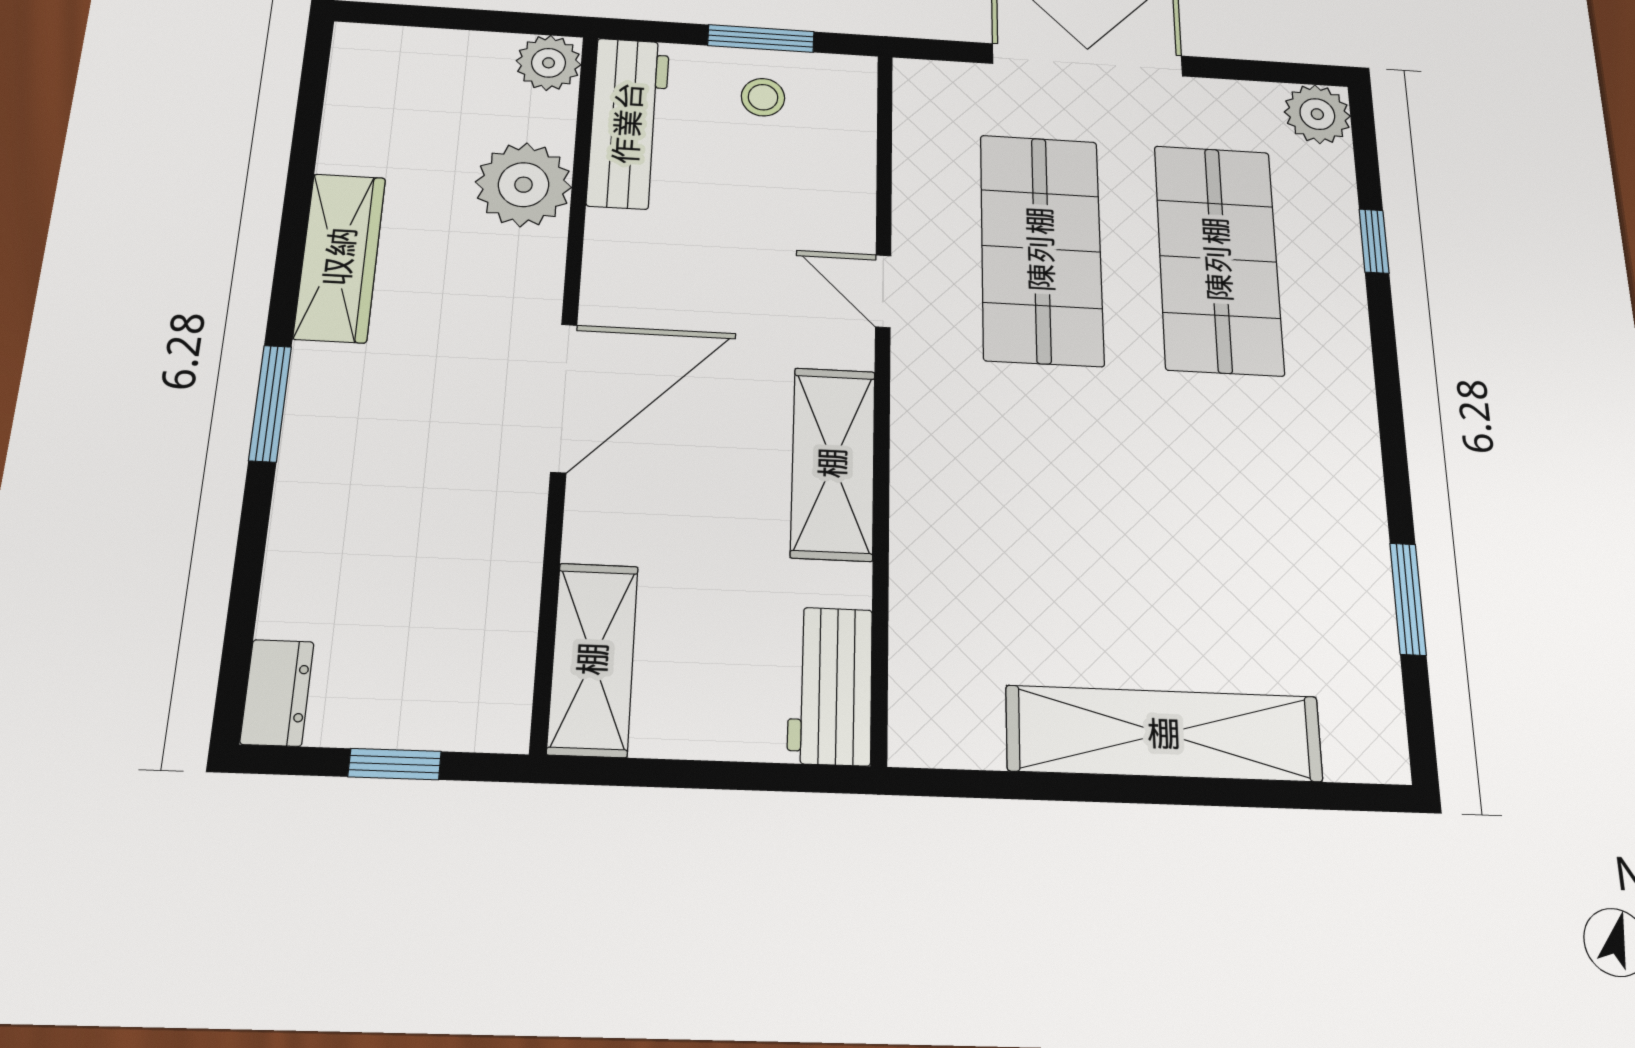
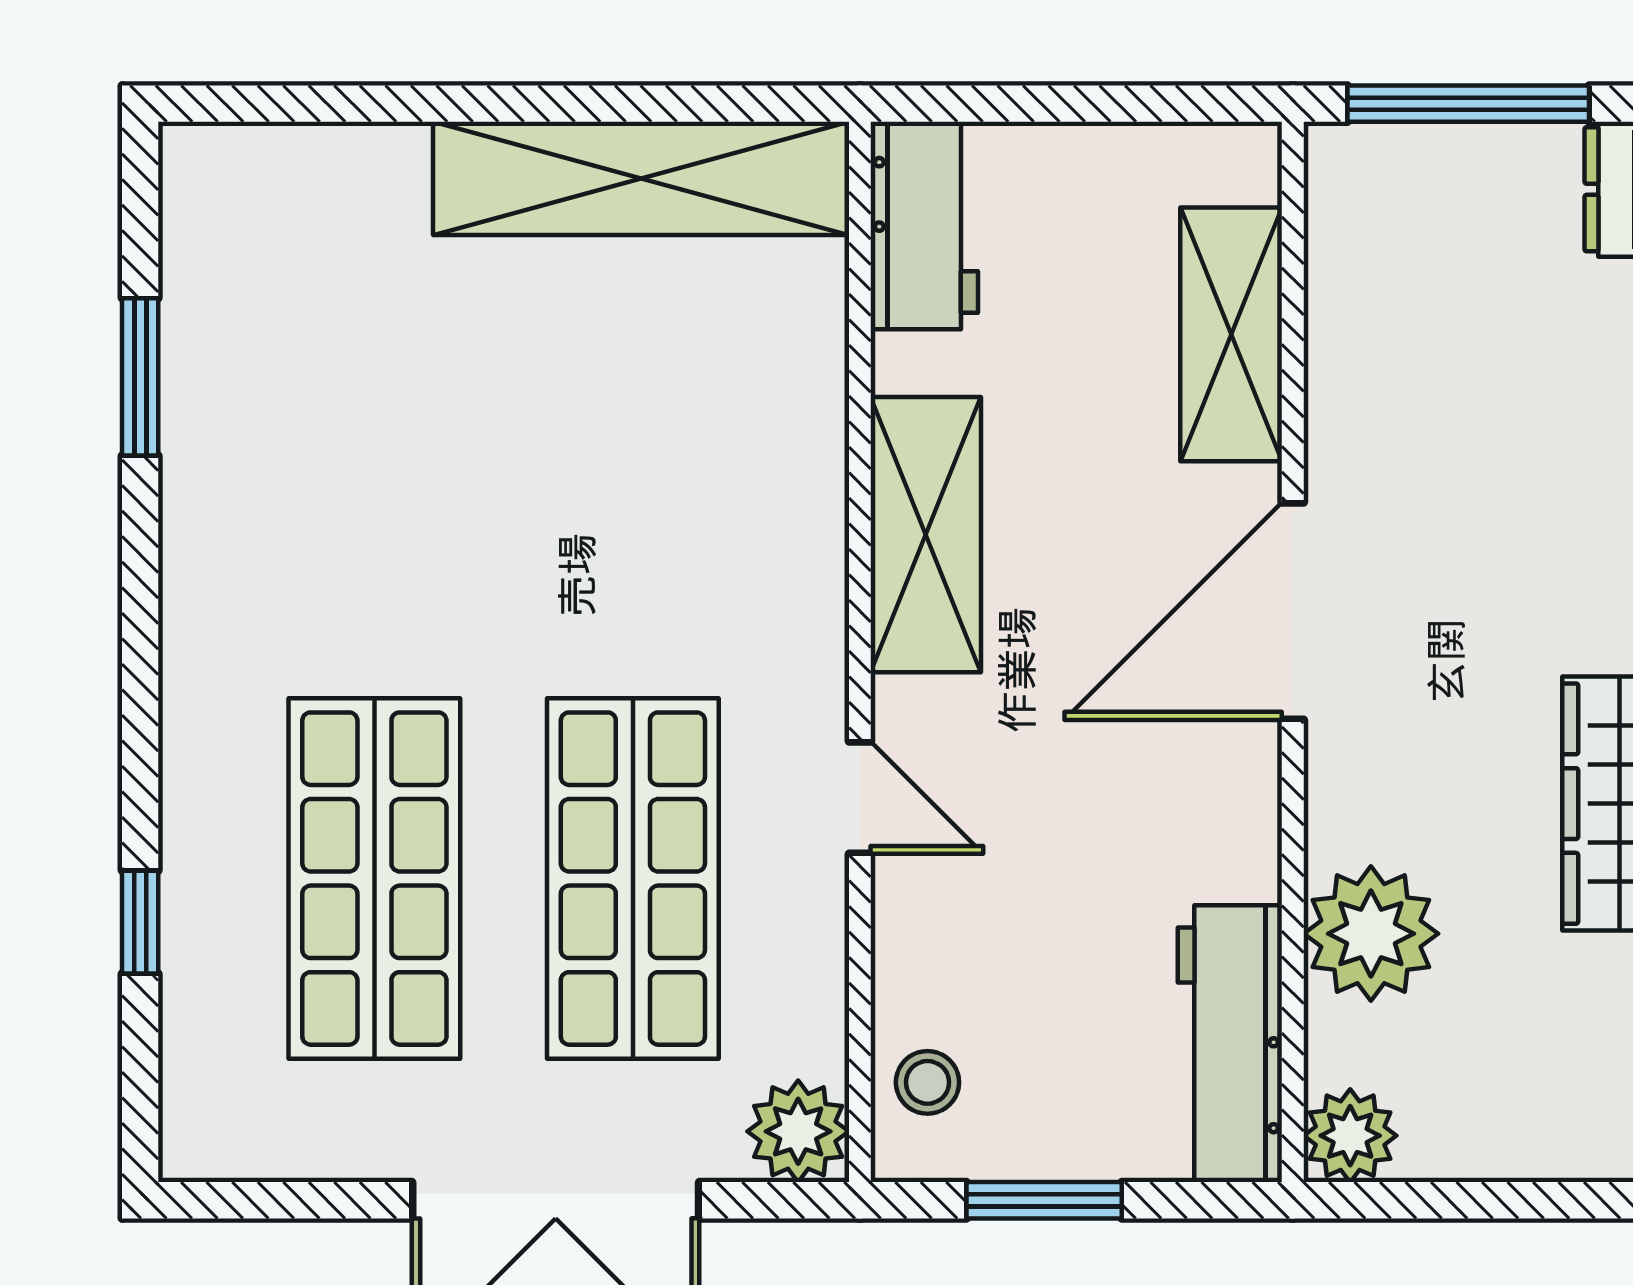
stool: (763, 97) -> (927, 1082), moved
plant: (1317, 114) -> (798, 1131), moved
shelving: (593, 659) -> (1231, 334), moved
shelving: (1164, 734) -> (641, 178), moved
window: (395, 764) -> (1468, 104), width x2.17

